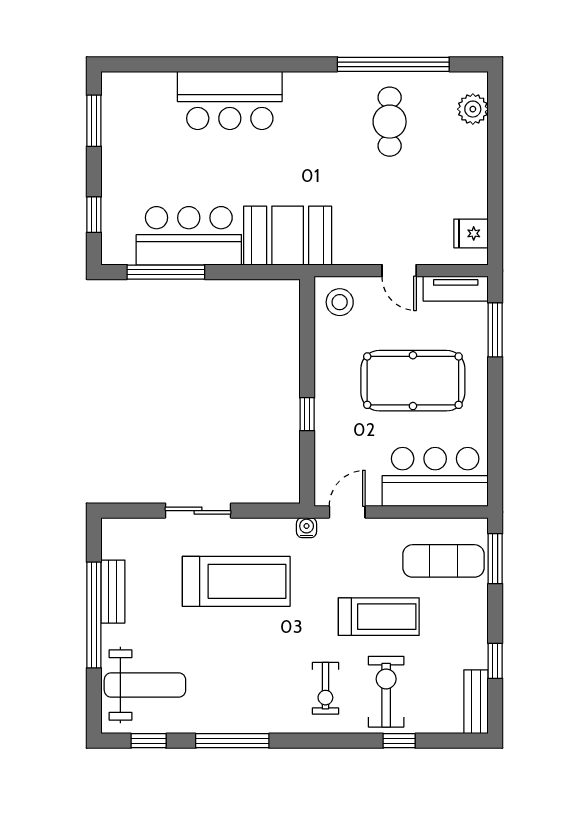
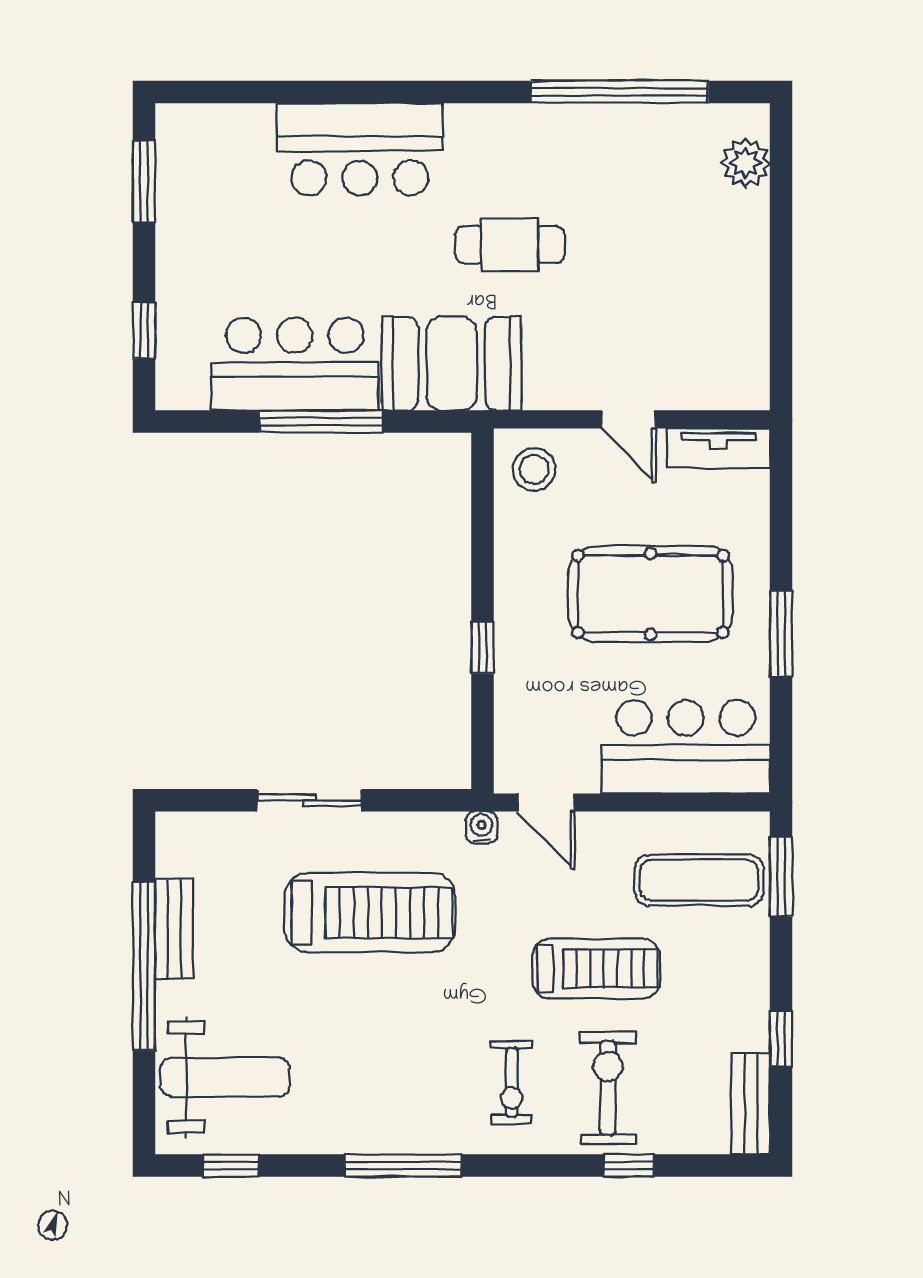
cafe table: (390, 122) -> (510, 245), moved, turned 90
fridge: (471, 233) -> (743, 360), removed
window: (166, 272) -> (321, 422), moved
window: (495, 330) -> (781, 634), moved
door: (347, 512) -> (546, 802), swing flipped
window: (232, 741) -> (403, 1166), moved

